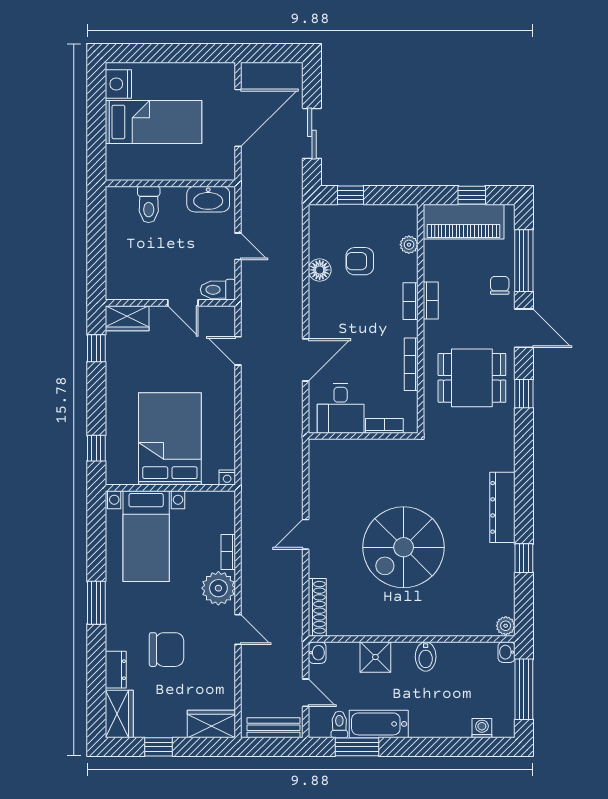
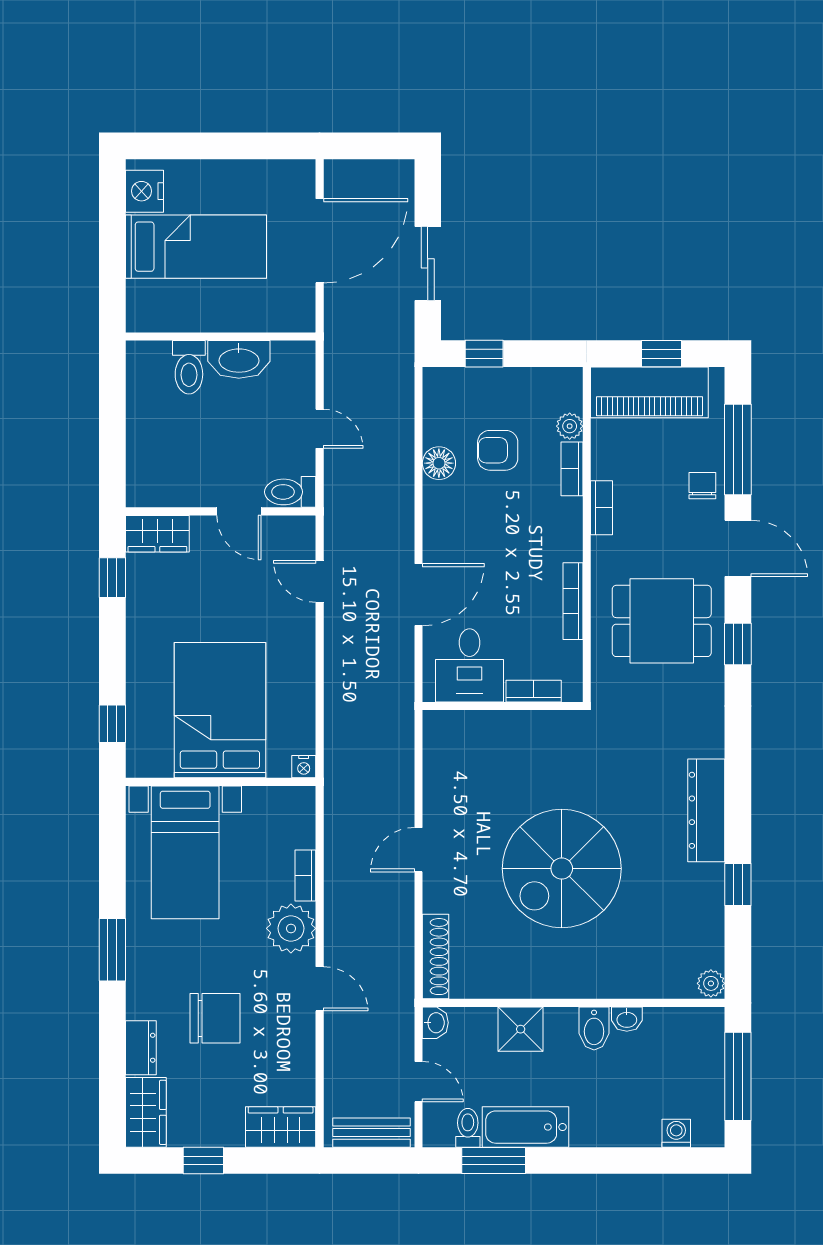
washbasin: (208, 199) -> (239, 359), moved
bookcase: (411, 301) -> (572, 469), moved
washbasin: (507, 652) -> (627, 1019), moved, turned -90

